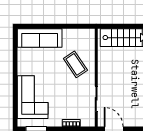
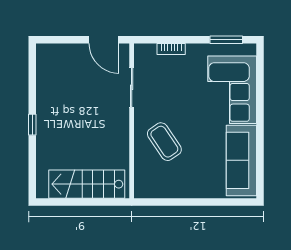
sofa: (40, 38) -> (241, 160), moved, turned -90

